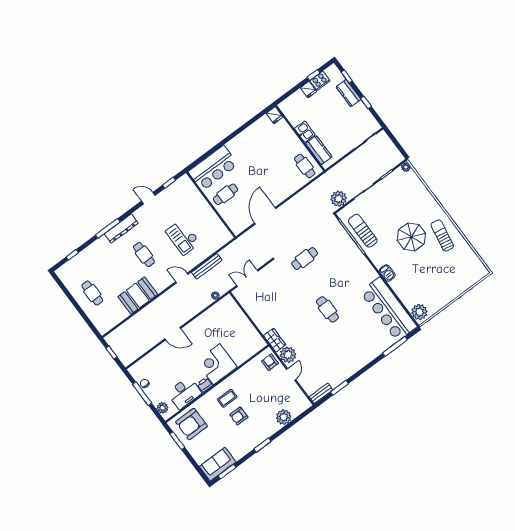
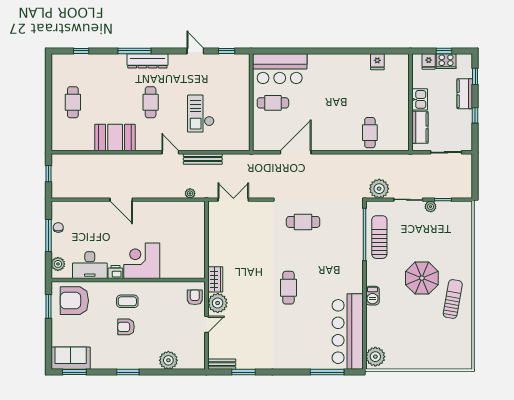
kitchen sink: (305, 132) -> (420, 99), moved
wall: (300, 138) -> (411, 102), moved
kitchen counter: (319, 150) -> (420, 127), moved
plant: (406, 167) -> (431, 207), moved

